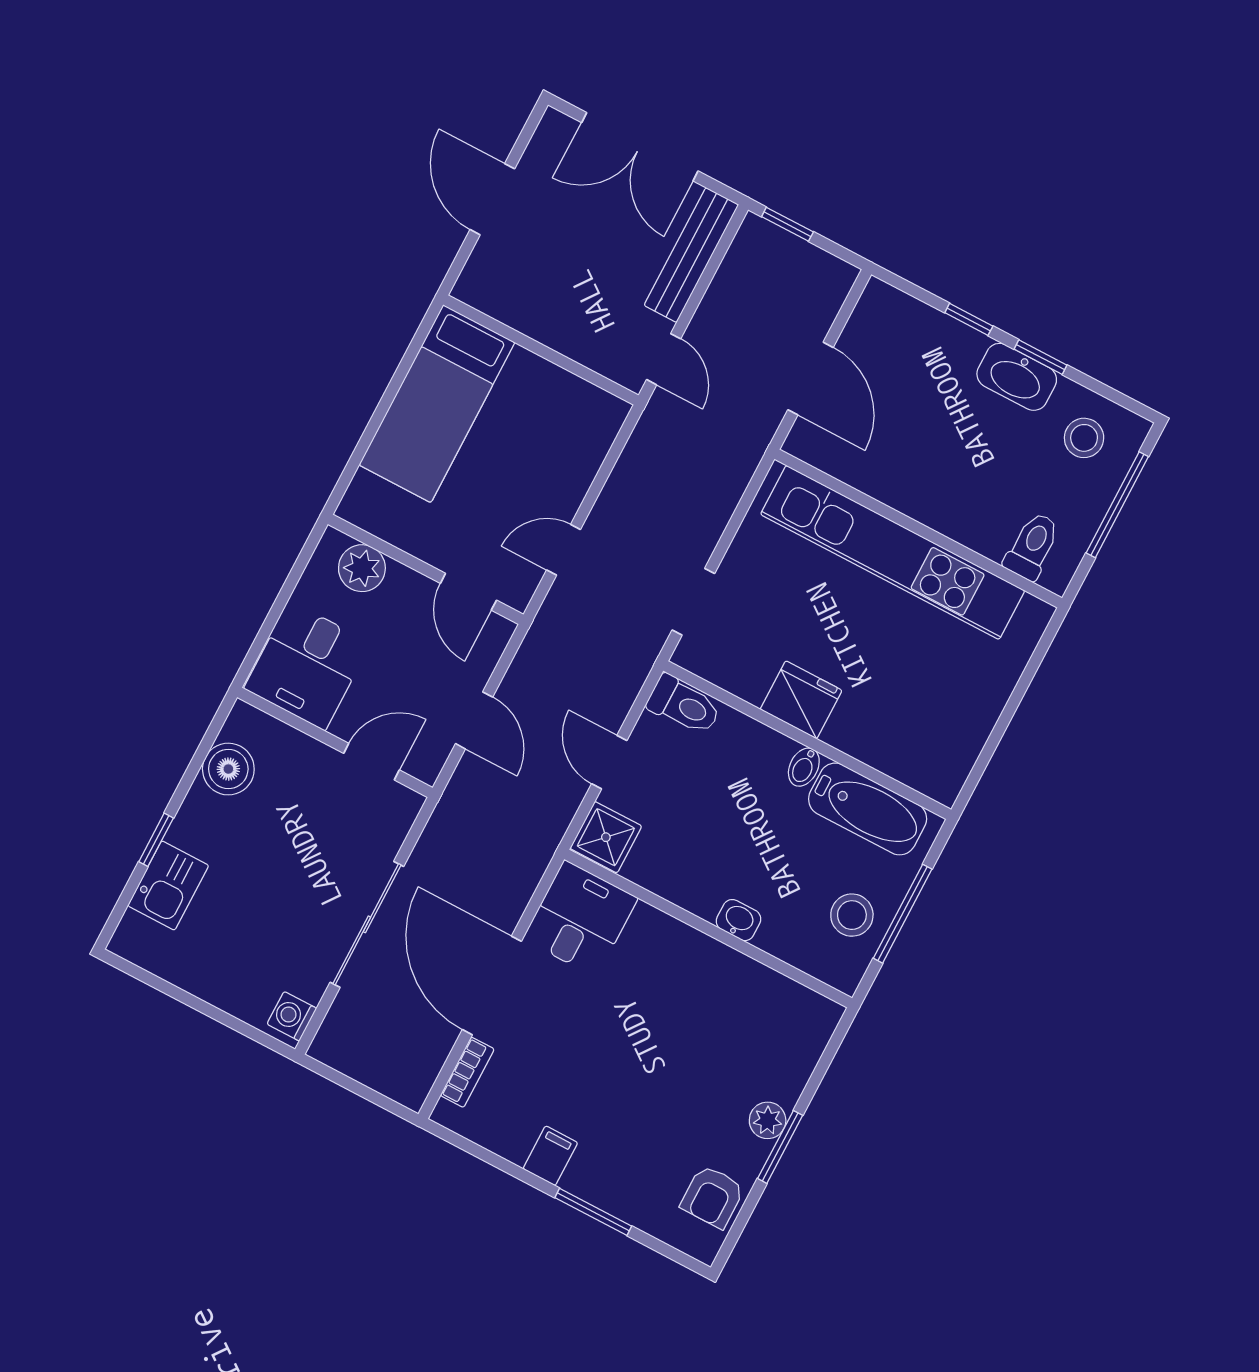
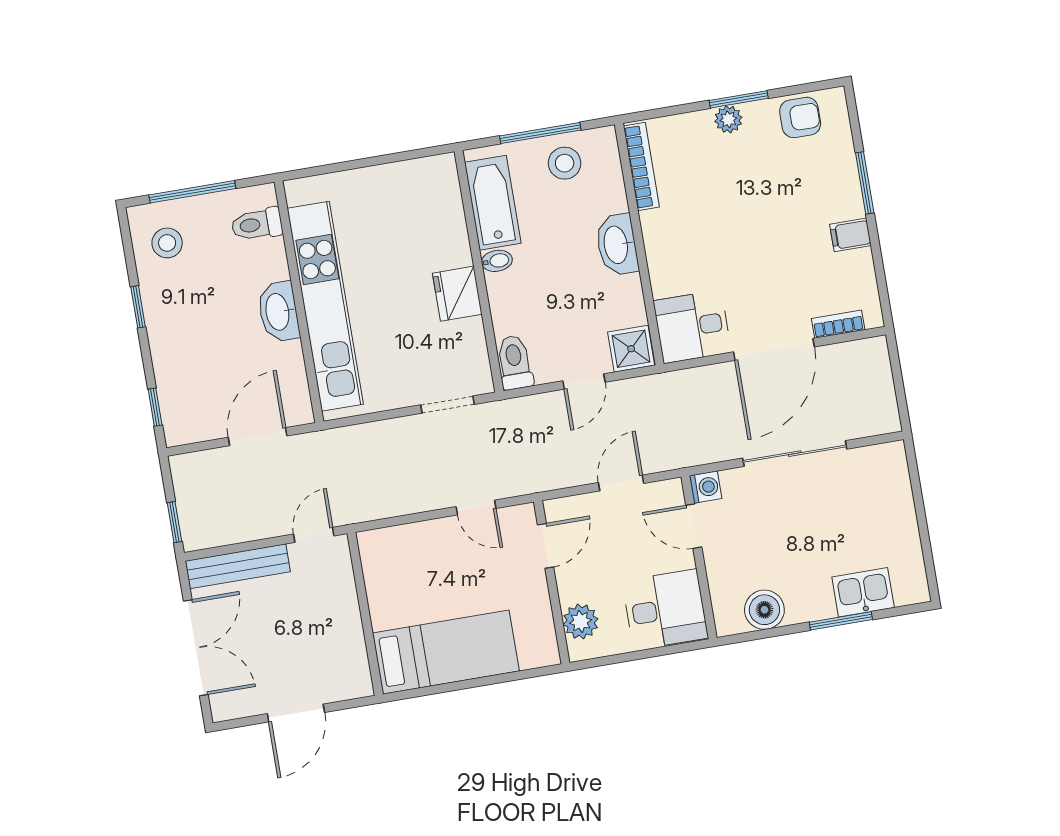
window: (969, 319) -> (155, 407), moved
washbasin: (1017, 377) -> (278, 312), moved, turned 180
window: (156, 840) -> (841, 621), width x1.50
washbasin: (739, 920) -> (617, 245), width x1.91, depth x1.45
bookcase: (787, 992) -> (641, 167), added
washing machine: (292, 1016) -> (706, 487), moved, turned -90

